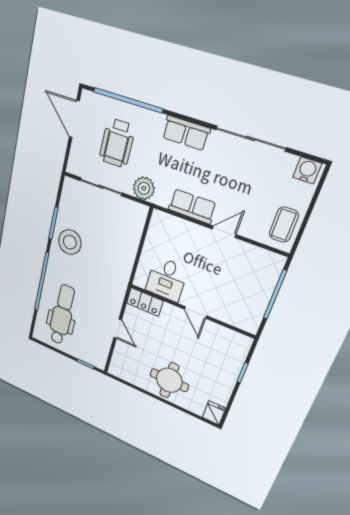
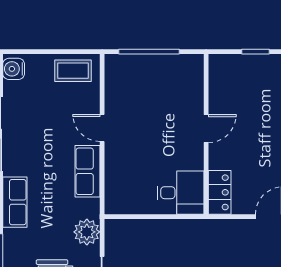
desk: (167, 279) -> (181, 193), moved

